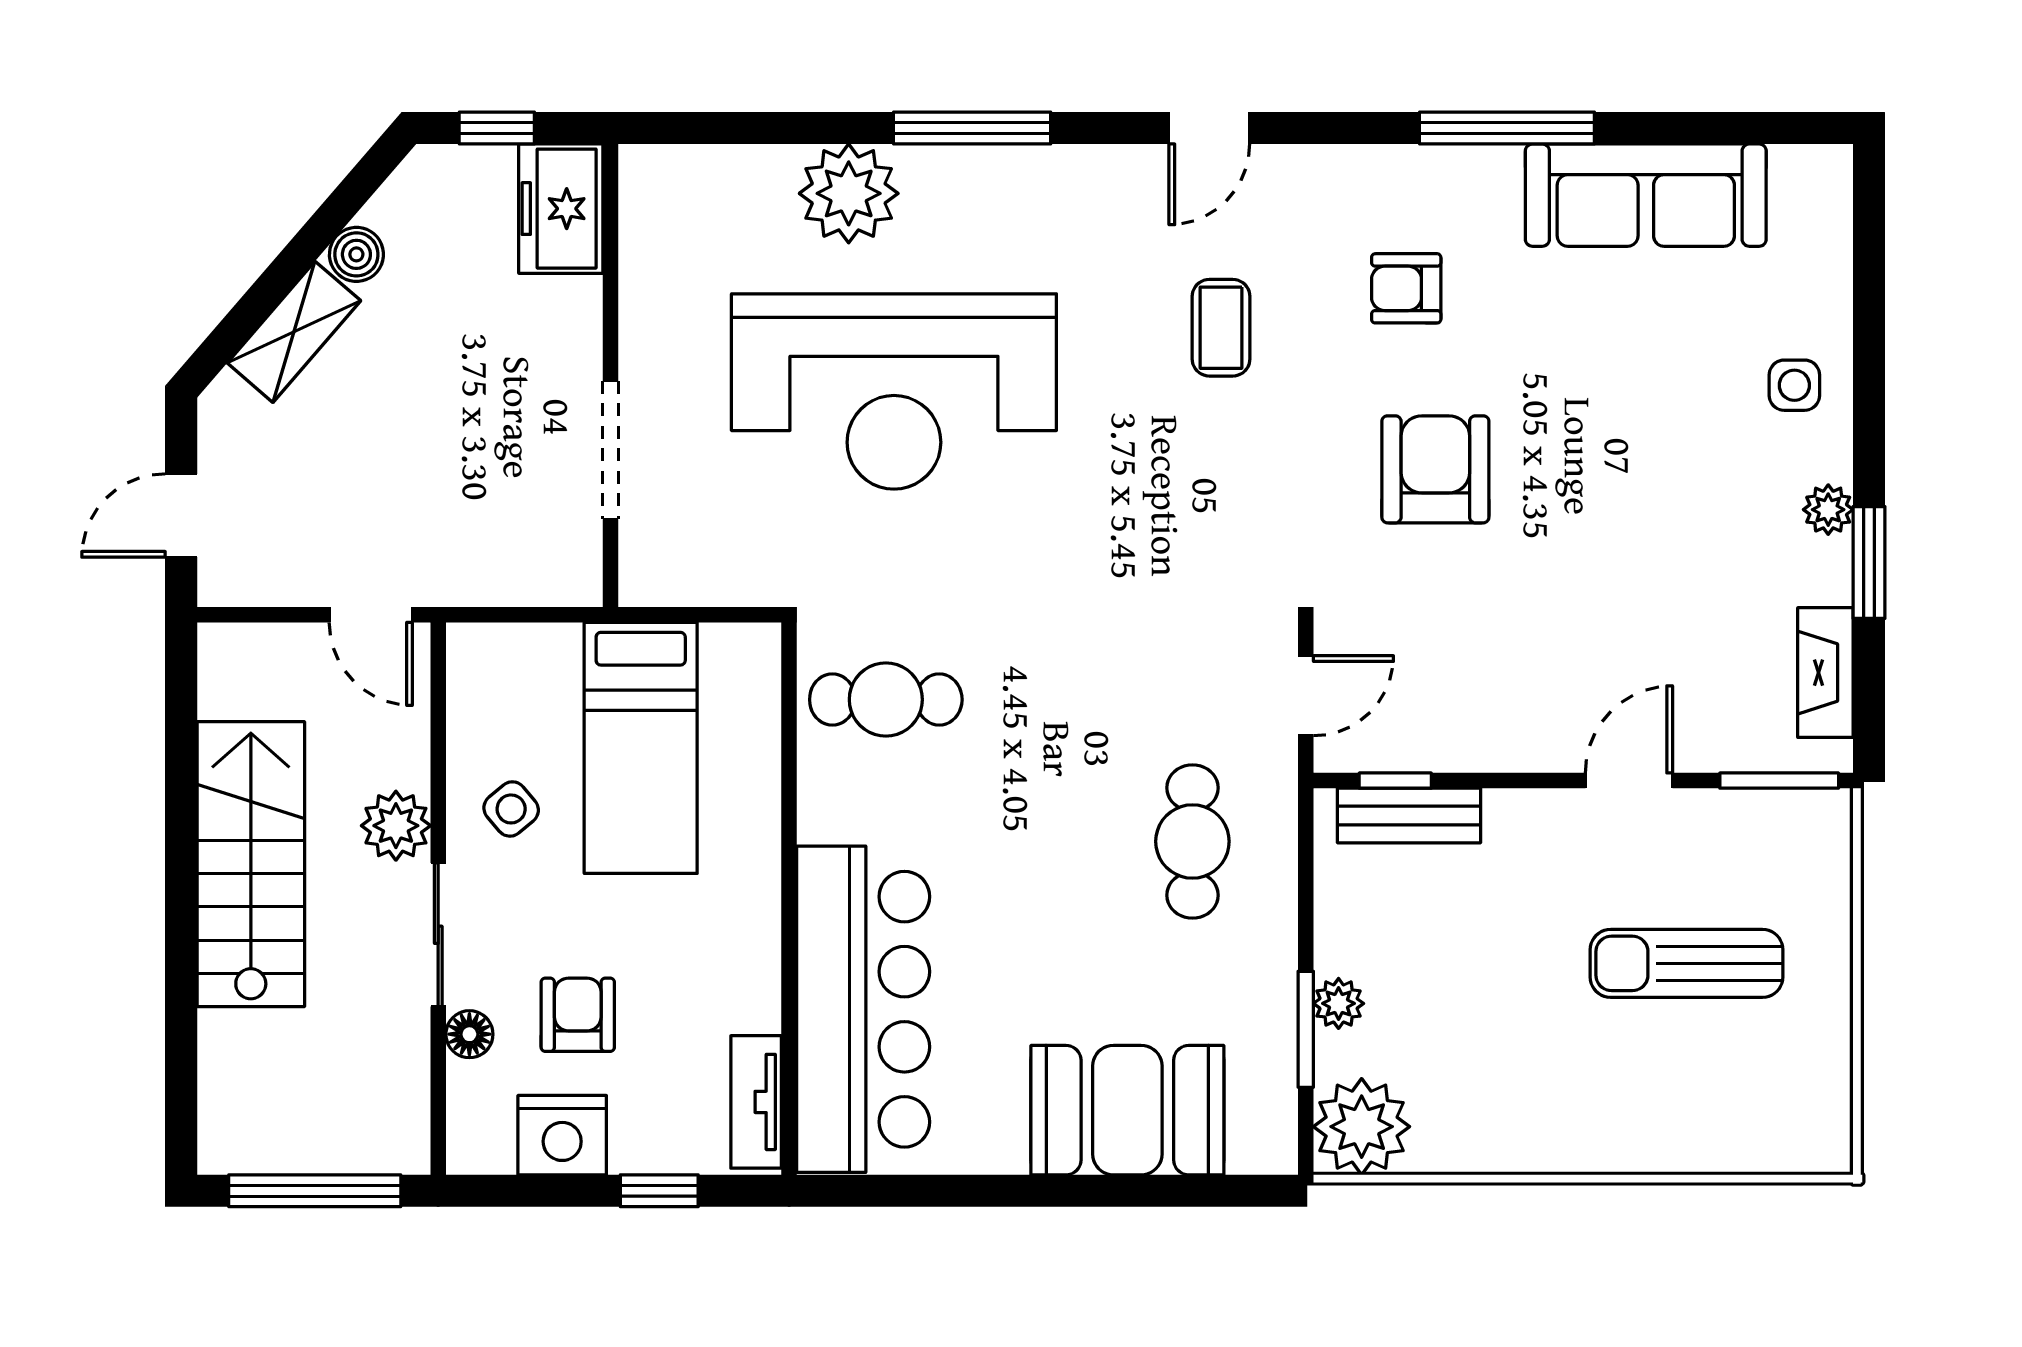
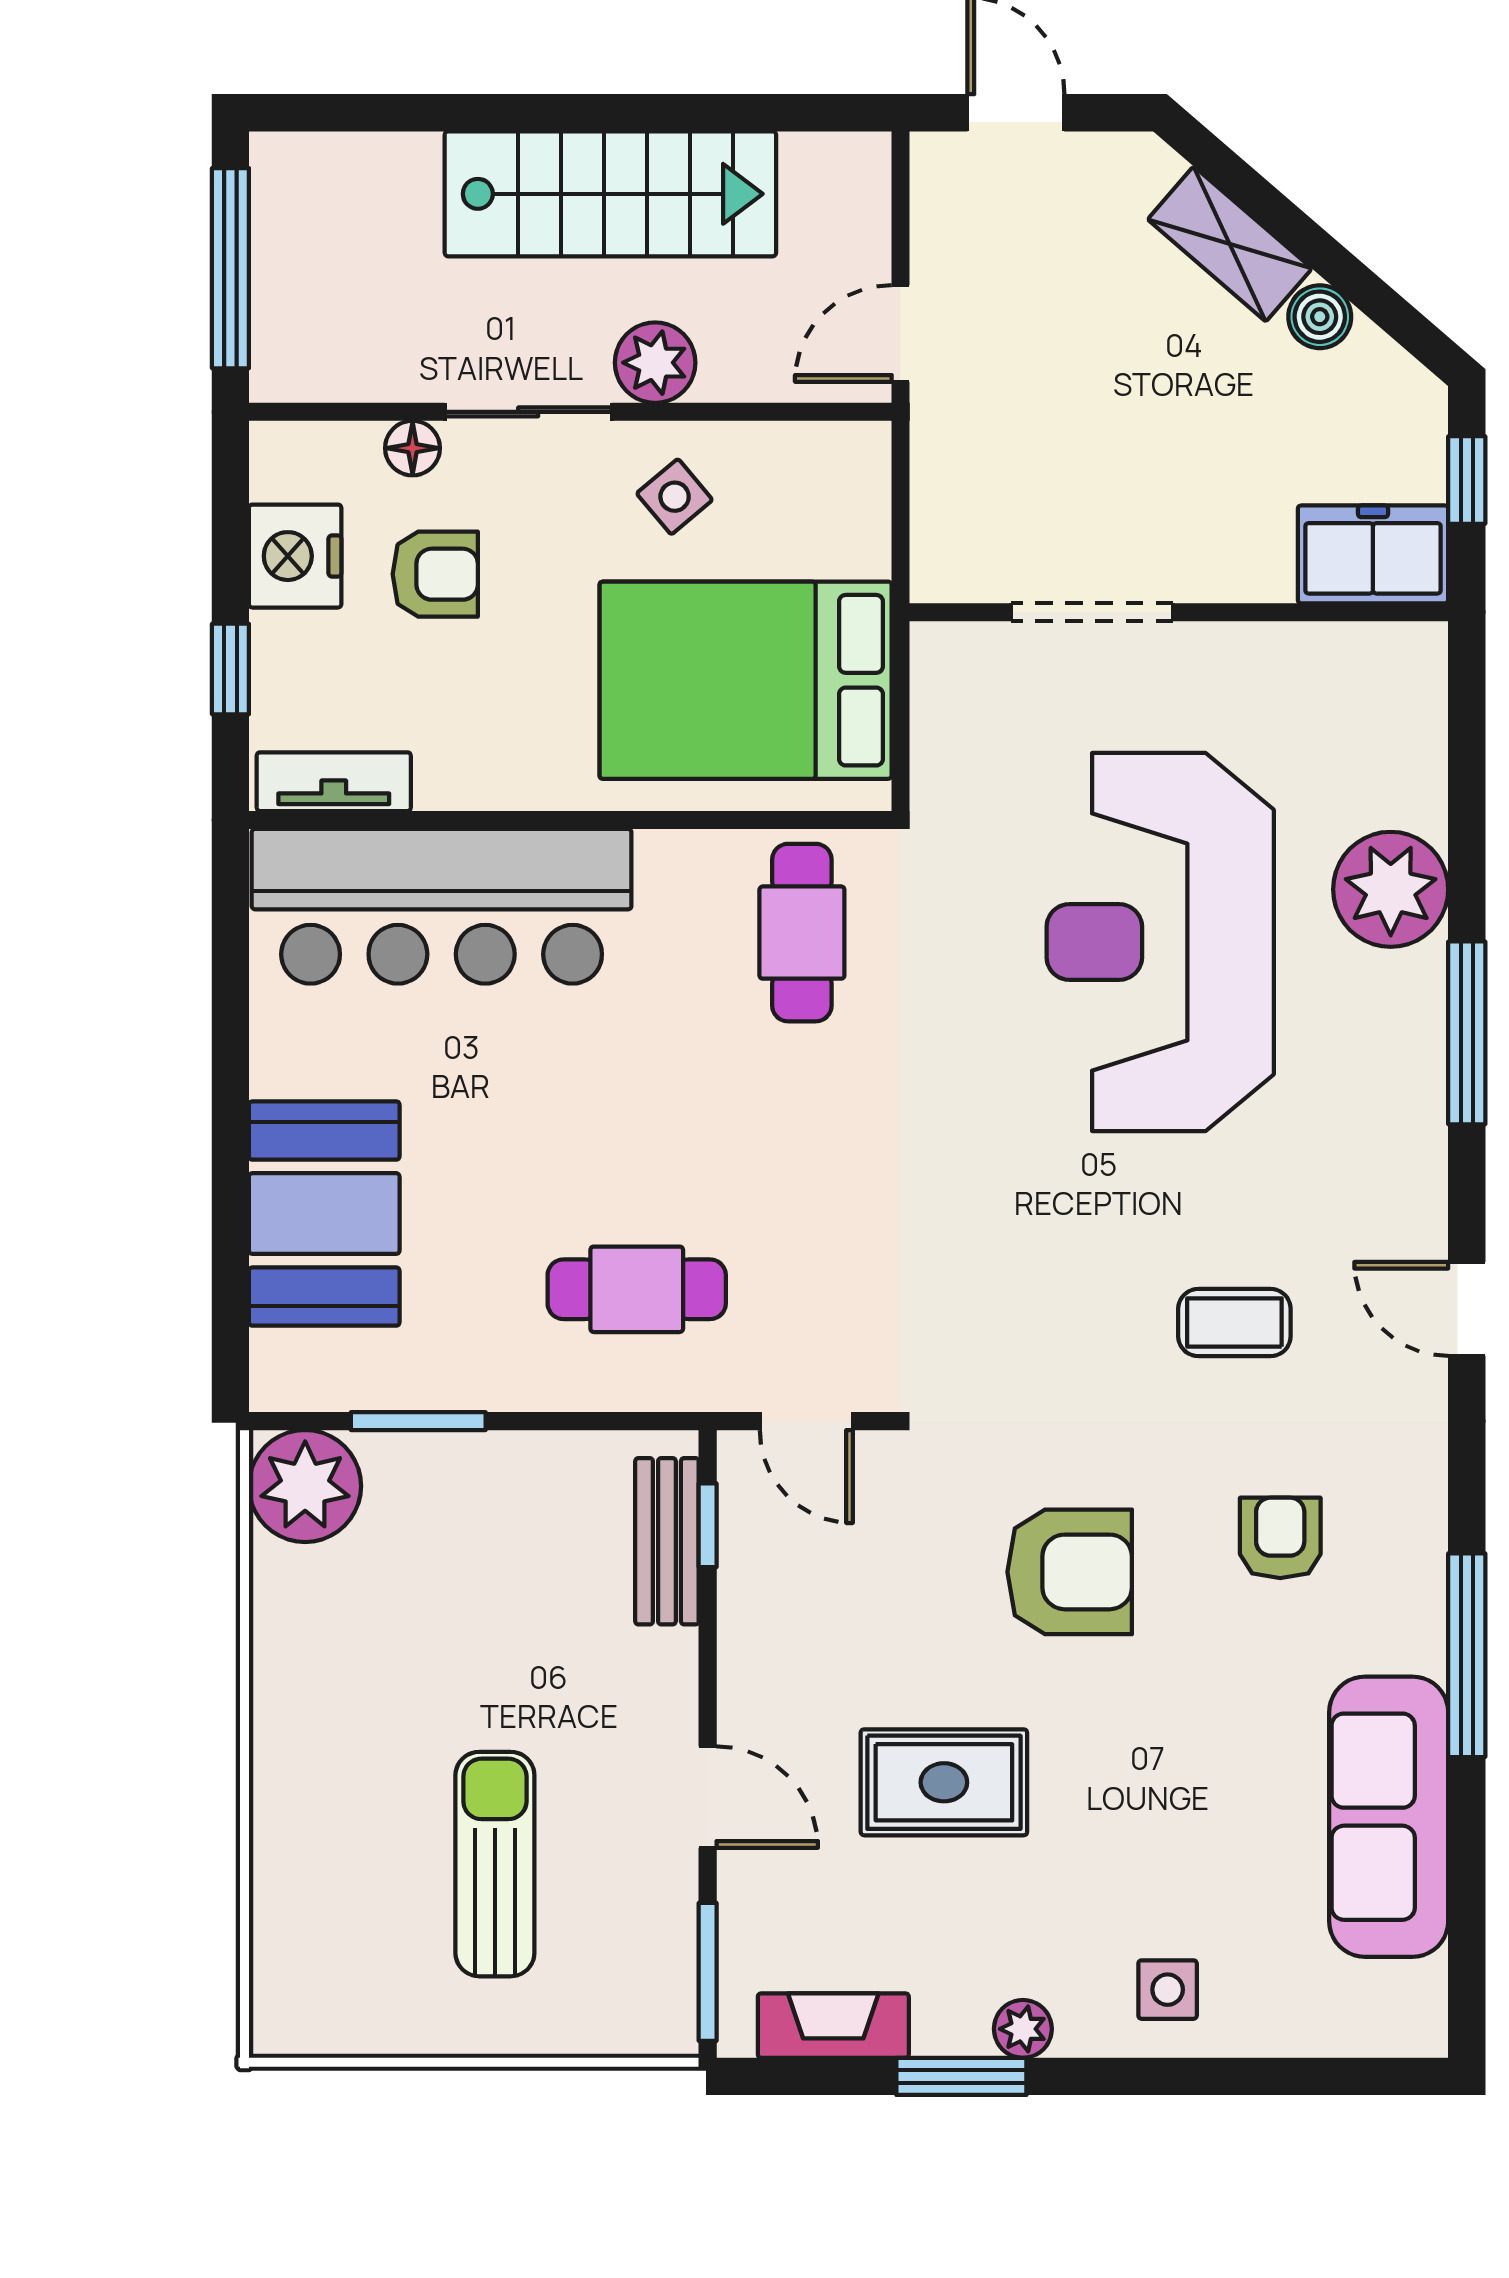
rug: (1616, 577) -> (944, 1782), added
bed: (641, 748) -> (746, 680), width x1.50
plant: (1339, 1003) -> (448, 1459), removed

